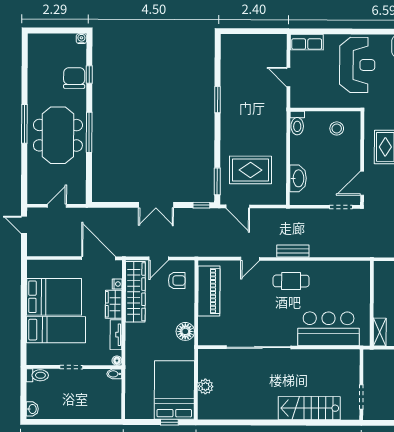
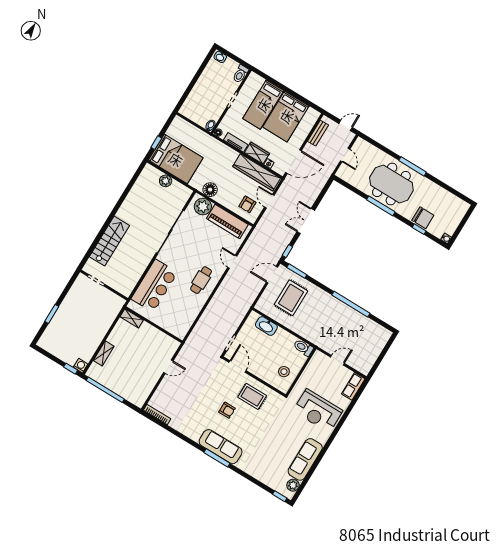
window: (218, 100) -> (351, 304), width x2.11
bench: (293, 251) -> (318, 133), moved
plant: (209, 328) -> (203, 207), added

